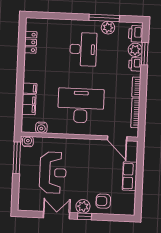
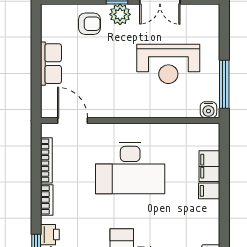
water cooler: (41, 128) -> (189, 132), removed
reception desk: (53, 173) -> (168, 64), turned -90

